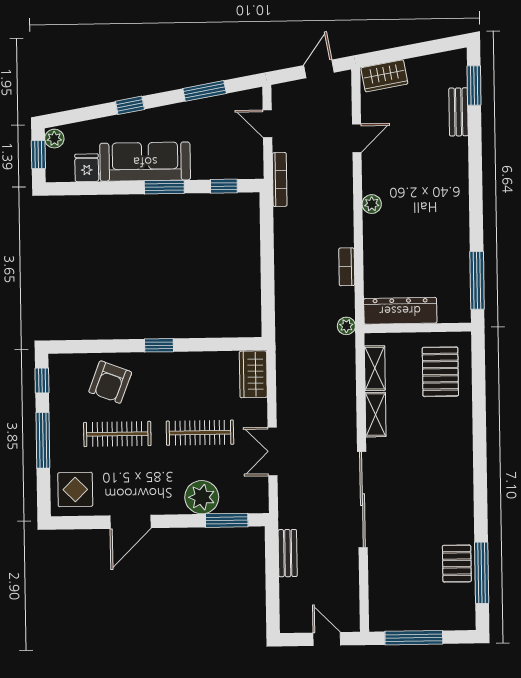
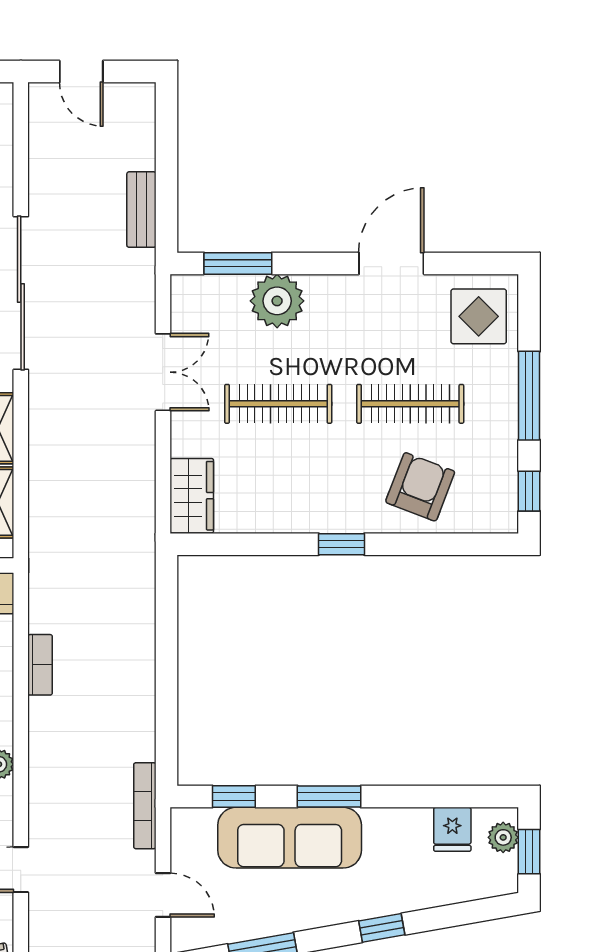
plant: (54, 139) -> (503, 837), moved
sofa: (145, 162) -> (290, 838), moved
plant: (346, 326) -> (42, 570), removed

